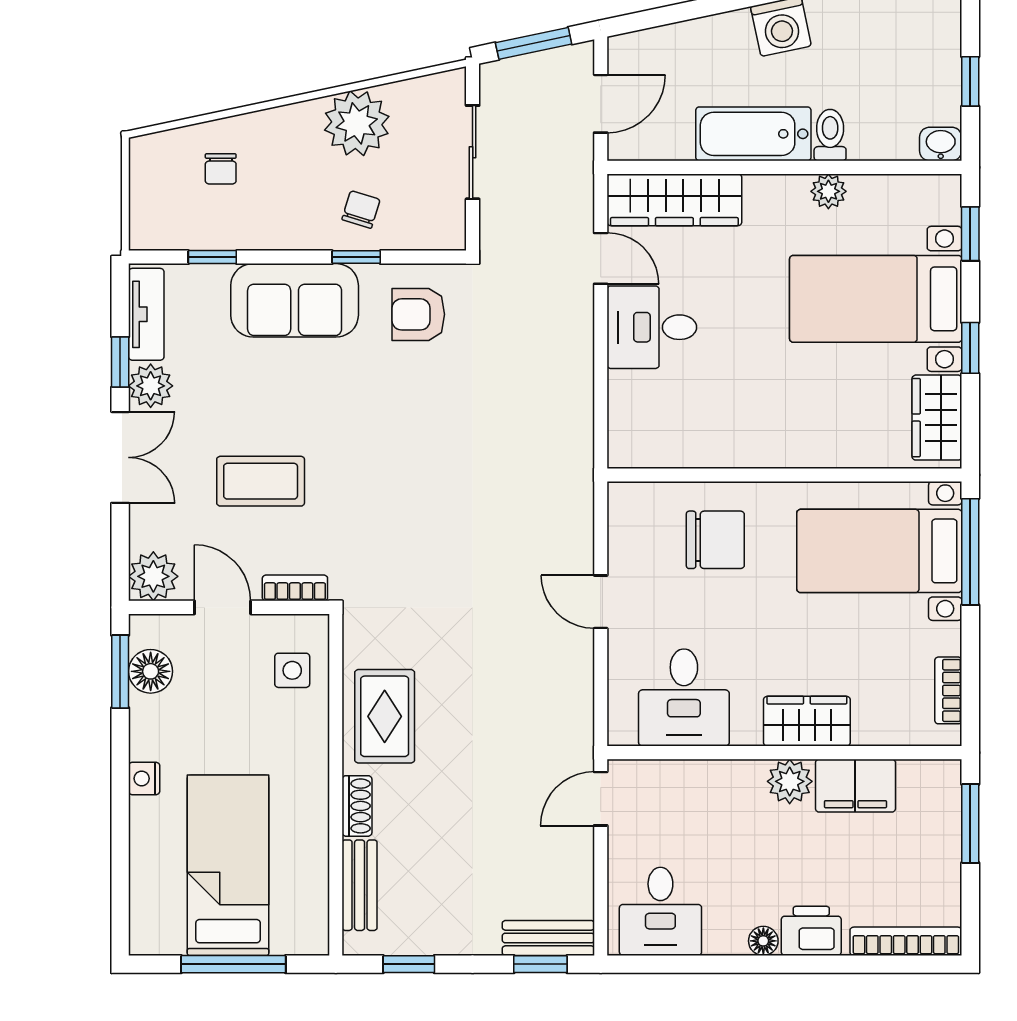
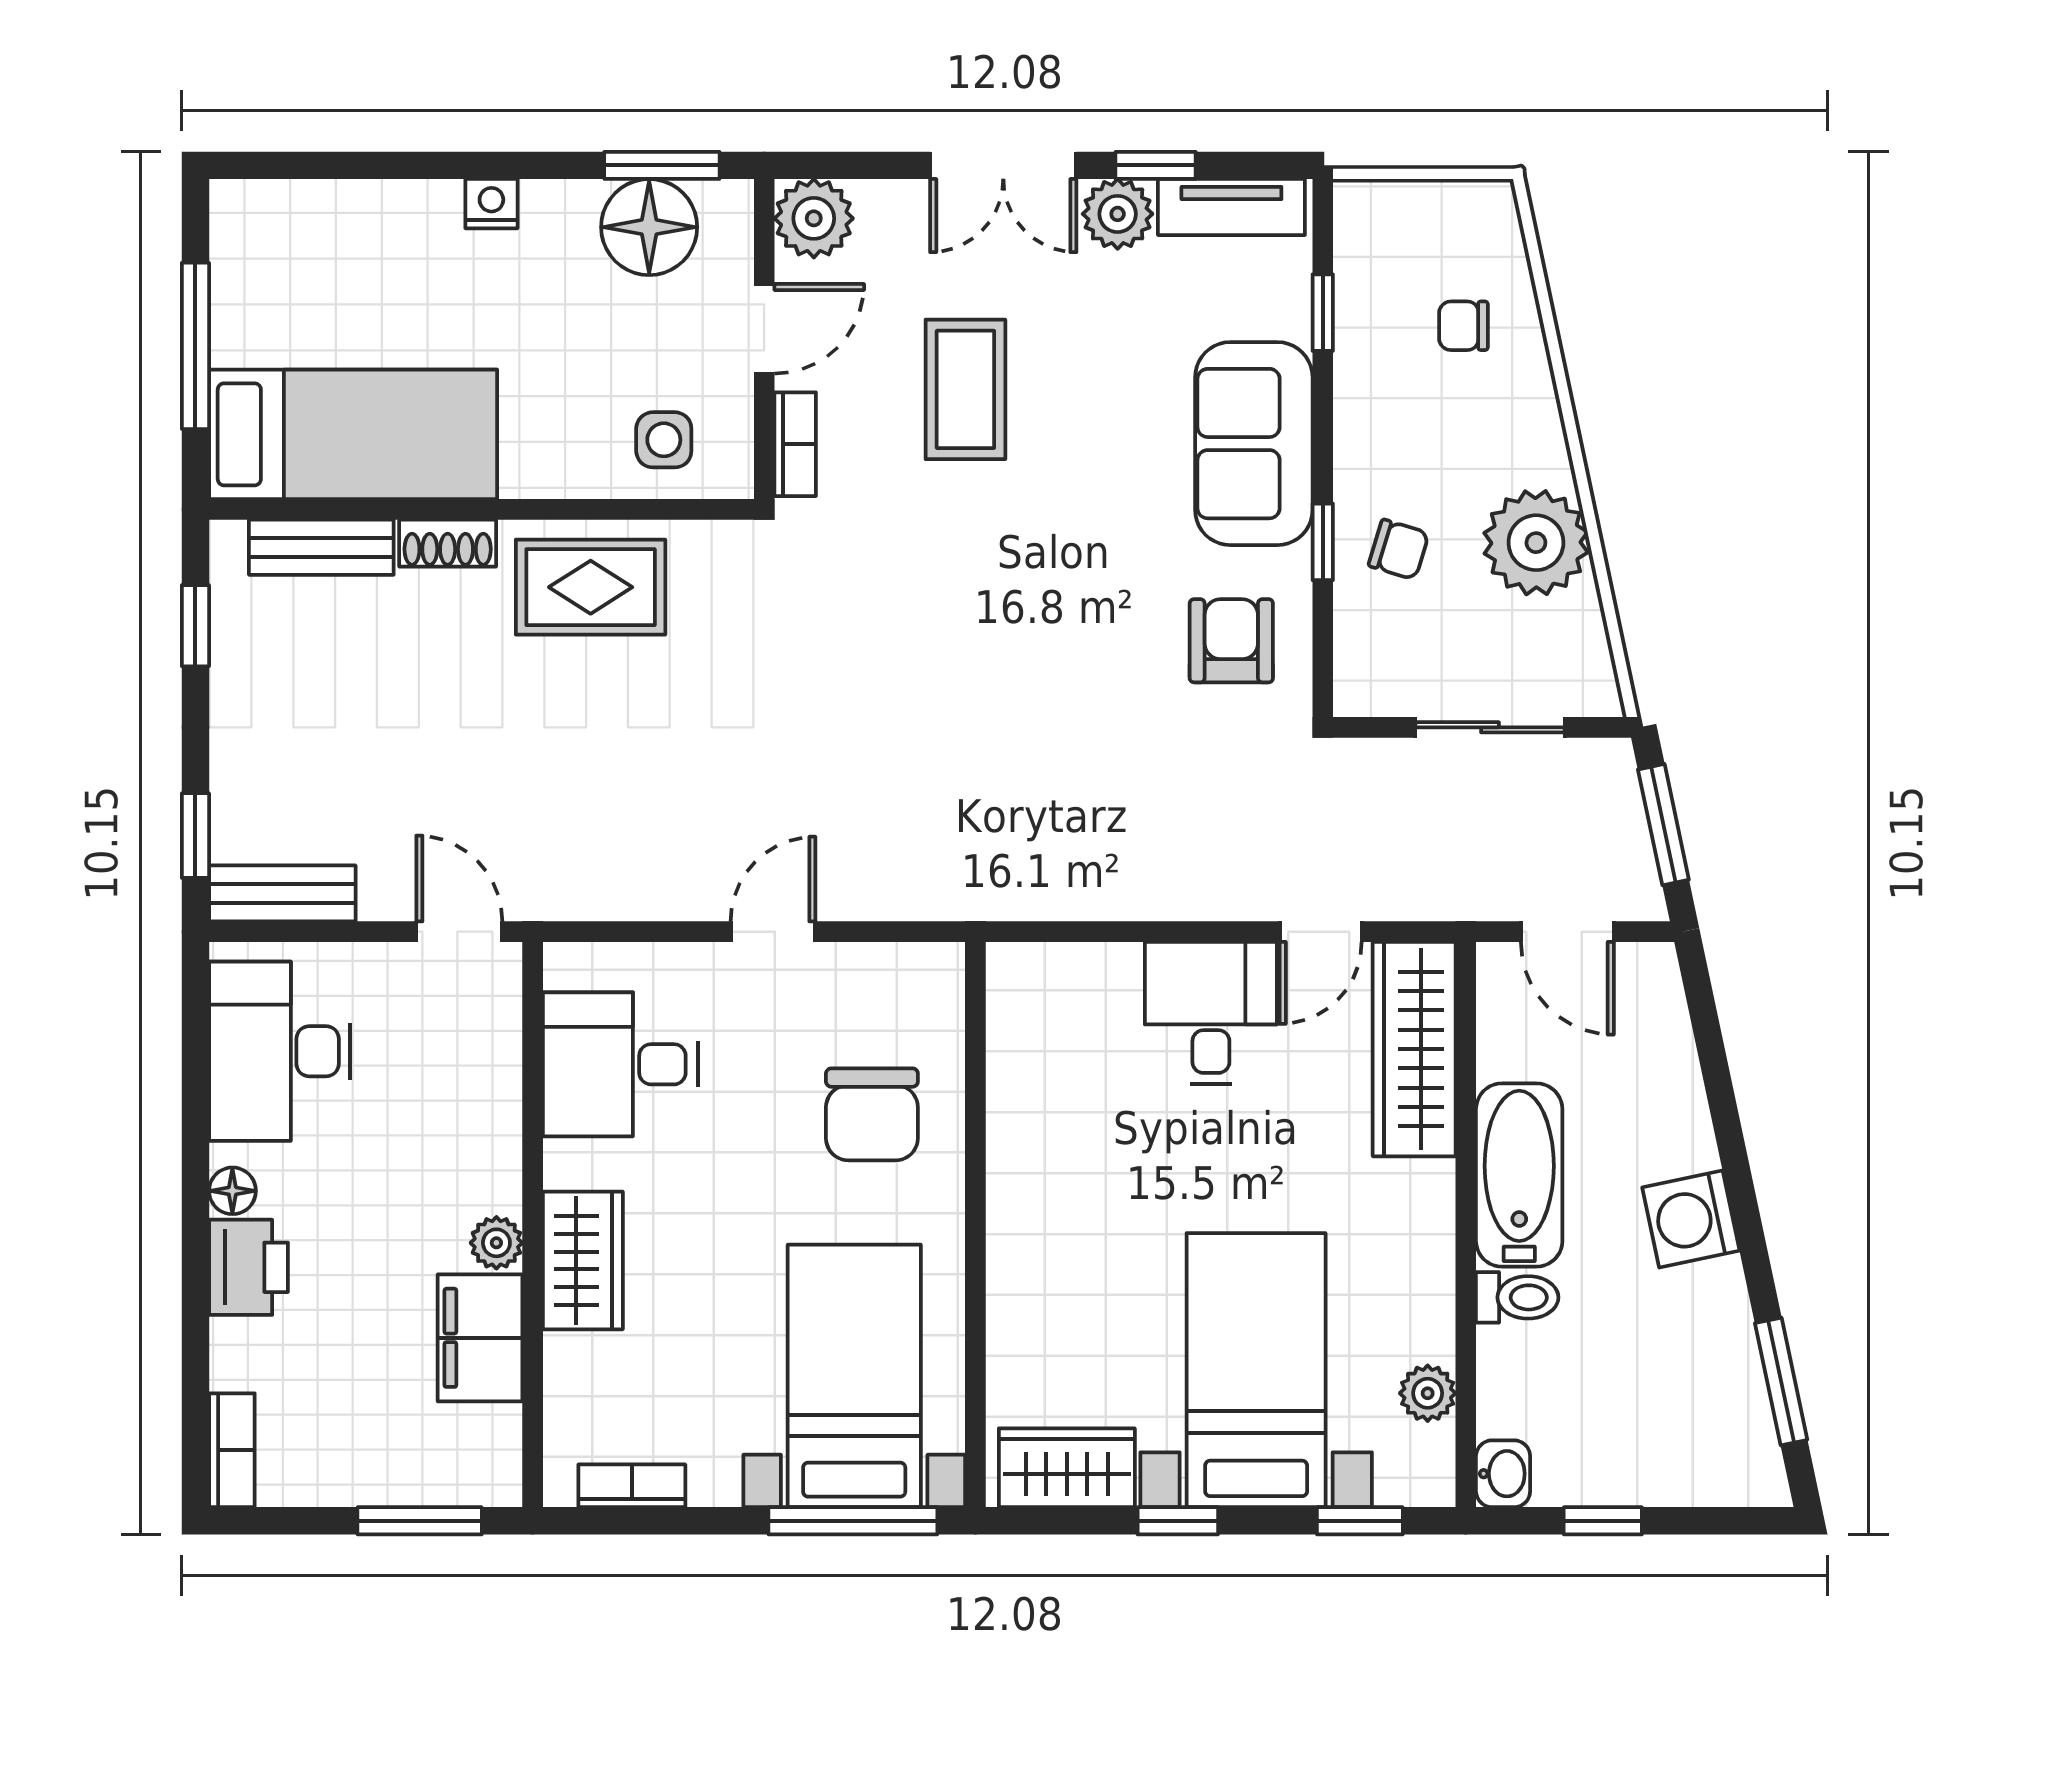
plant: (828, 191) -> (1428, 1393), moved
floor lamp: (151, 671) -> (649, 227), width x1.38, depth x1.38
plant: (790, 781) -> (496, 1243), width x0.73, depth x0.73
bed: (228, 865) -> (353, 434), moved
desk: (660, 911) -> (280, 1051), width x1.37
bench: (548, 938) -> (282, 893), moved, turned 90
bookcase: (906, 941) -> (232, 1450), width x0.64

